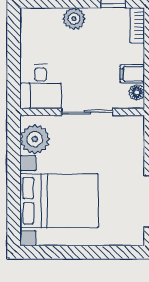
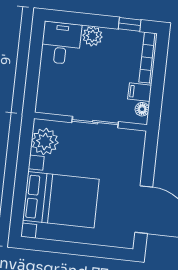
bookcase: (137, 25) -> (148, 58), width x1.56
desk: (41, 87) -> (61, 43), moved, turned 180

